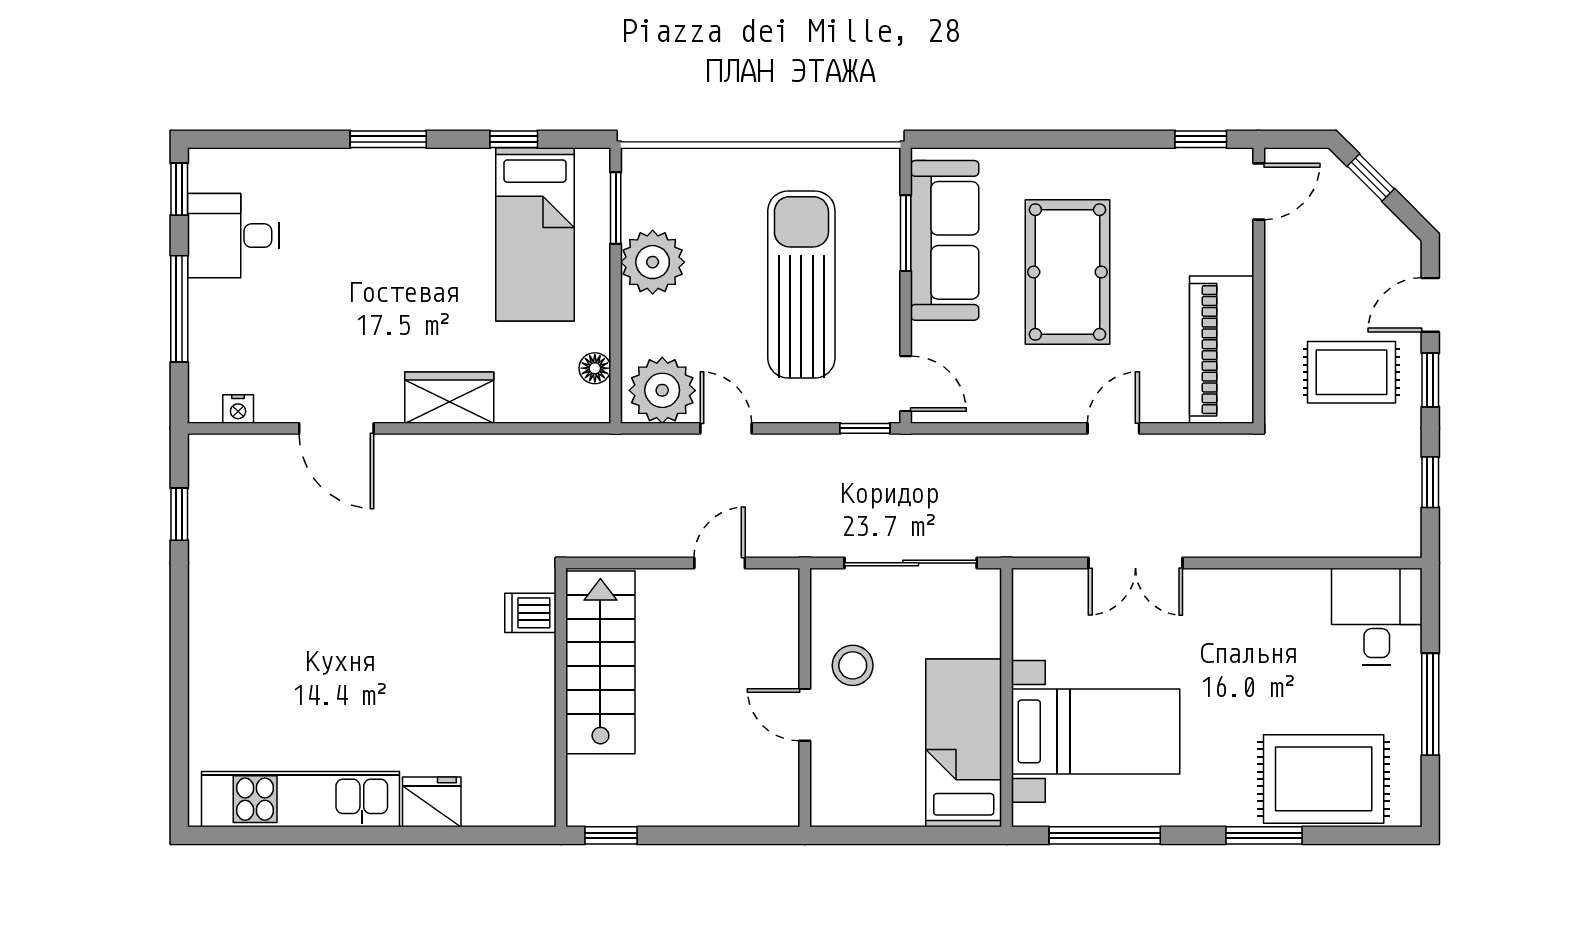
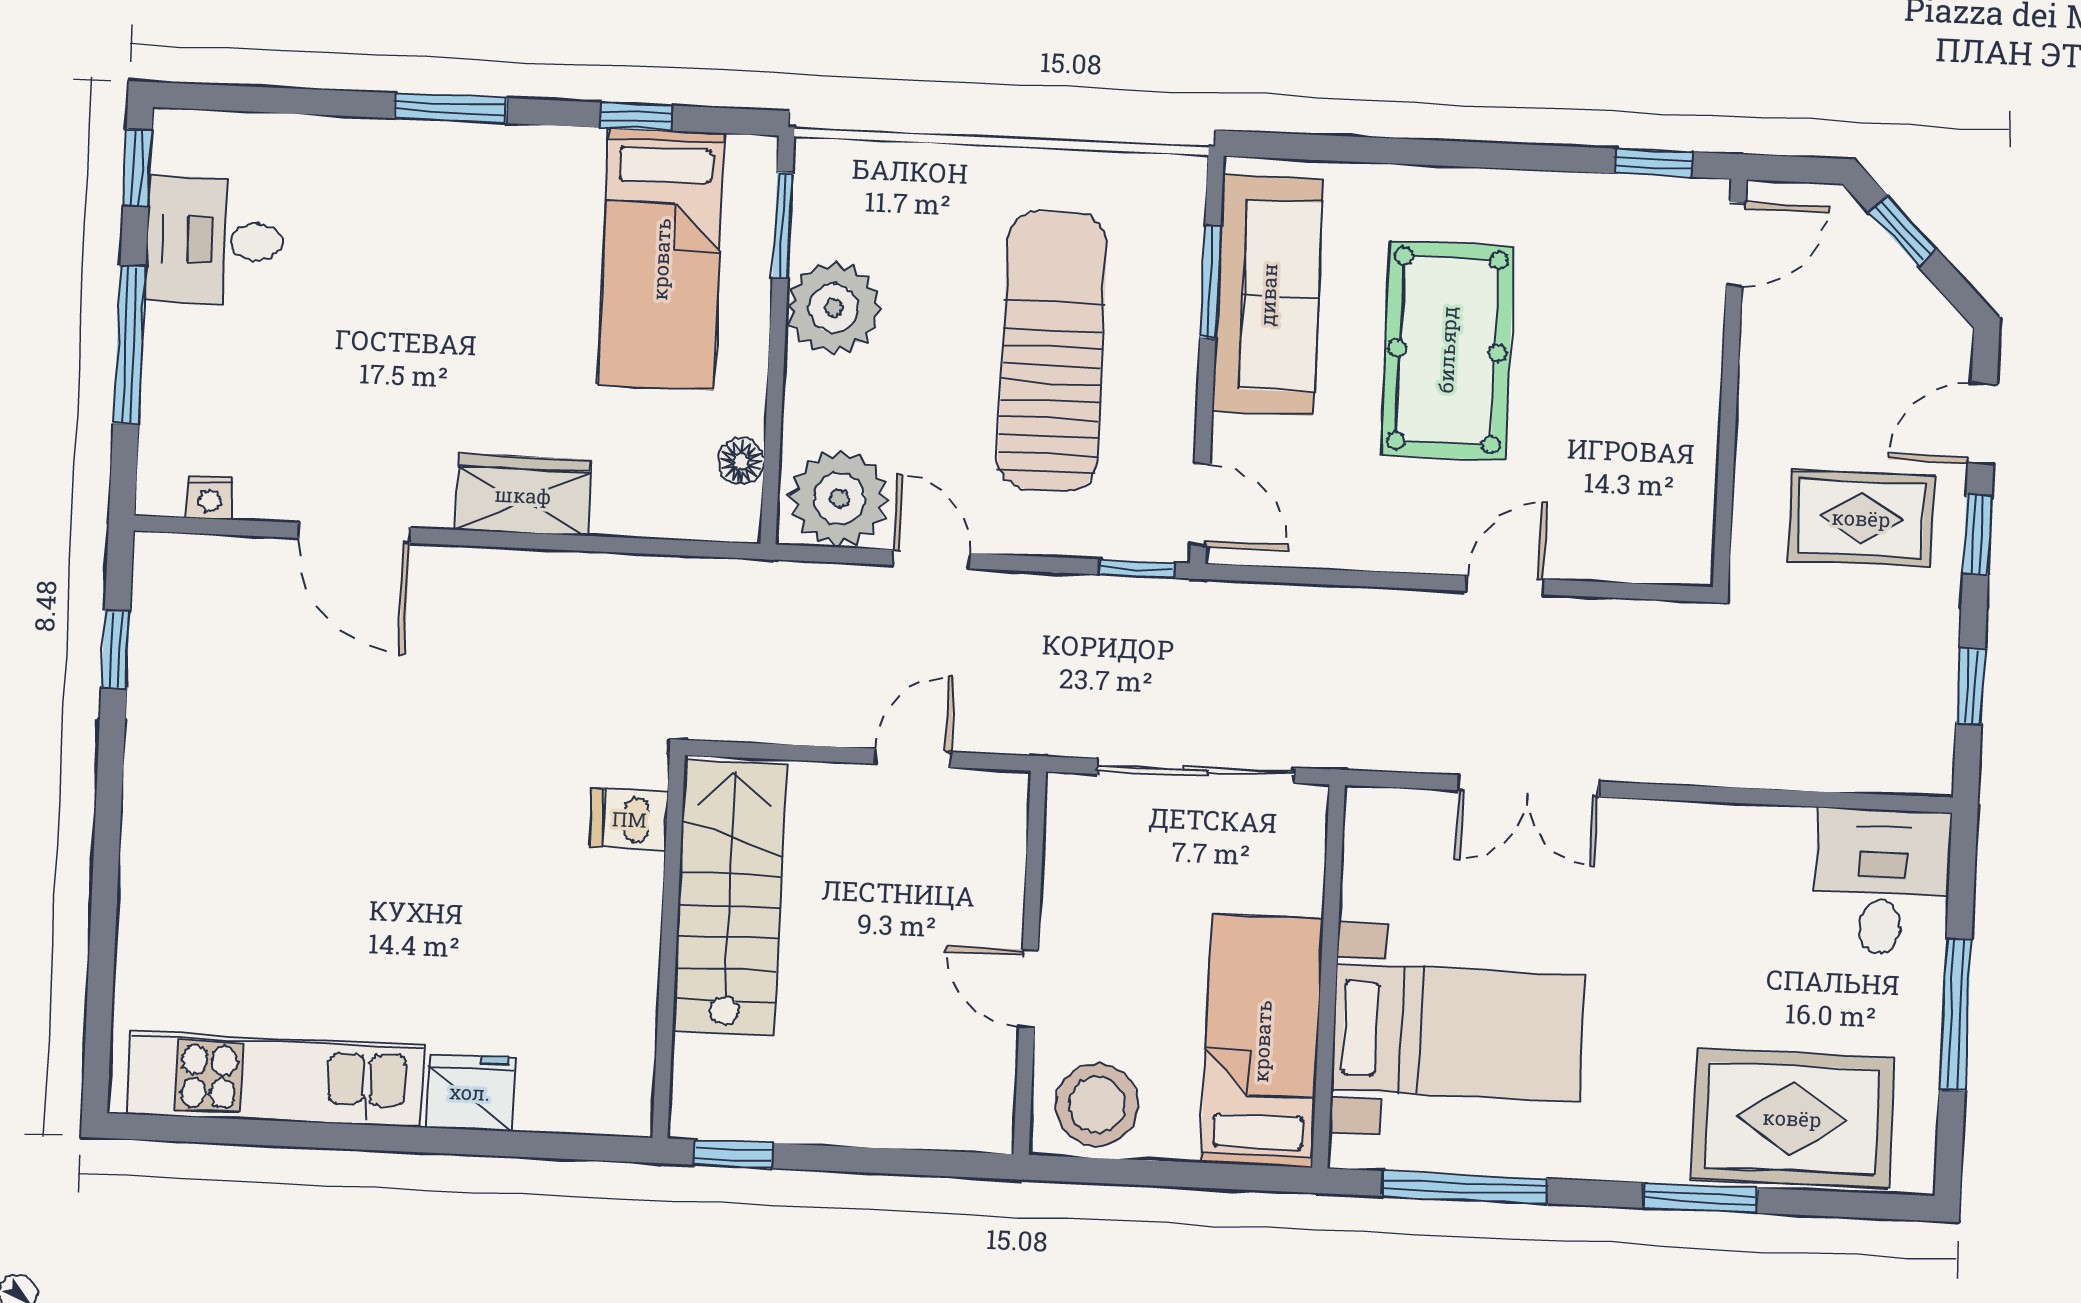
piano: (1222, 350) -> (1670, 476), removed
stool: (853, 665) -> (1097, 1105), moved, width x1.38, depth x1.38

